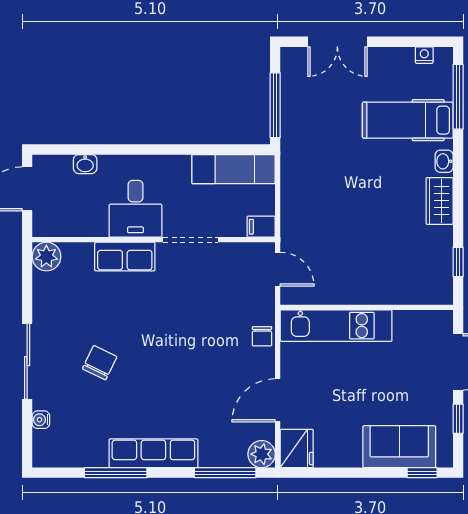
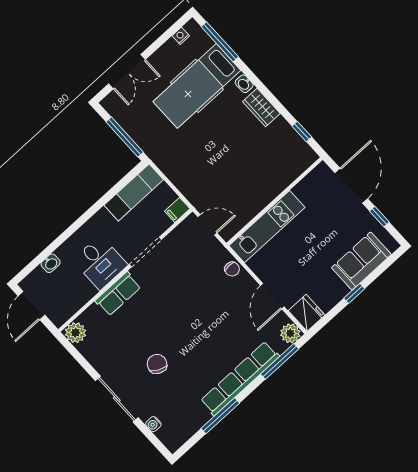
hospital bed: (408, 120) -> (197, 86), width x1.37, depth x1.29
row of seats: (153, 453) -> (240, 378), width x1.36
window: (422, 473) -> (354, 293), moved

